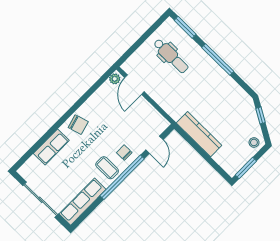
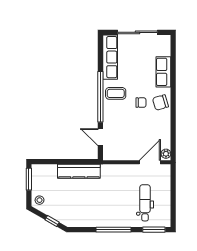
dental chair: (171, 56) -> (145, 203), turned 90
door: (134, 85) -> (150, 162), hinge flipped
chair: (124, 153) -> (141, 103), moved

